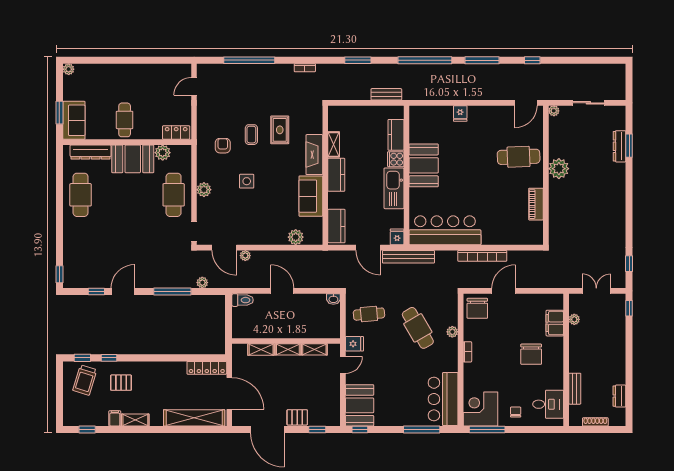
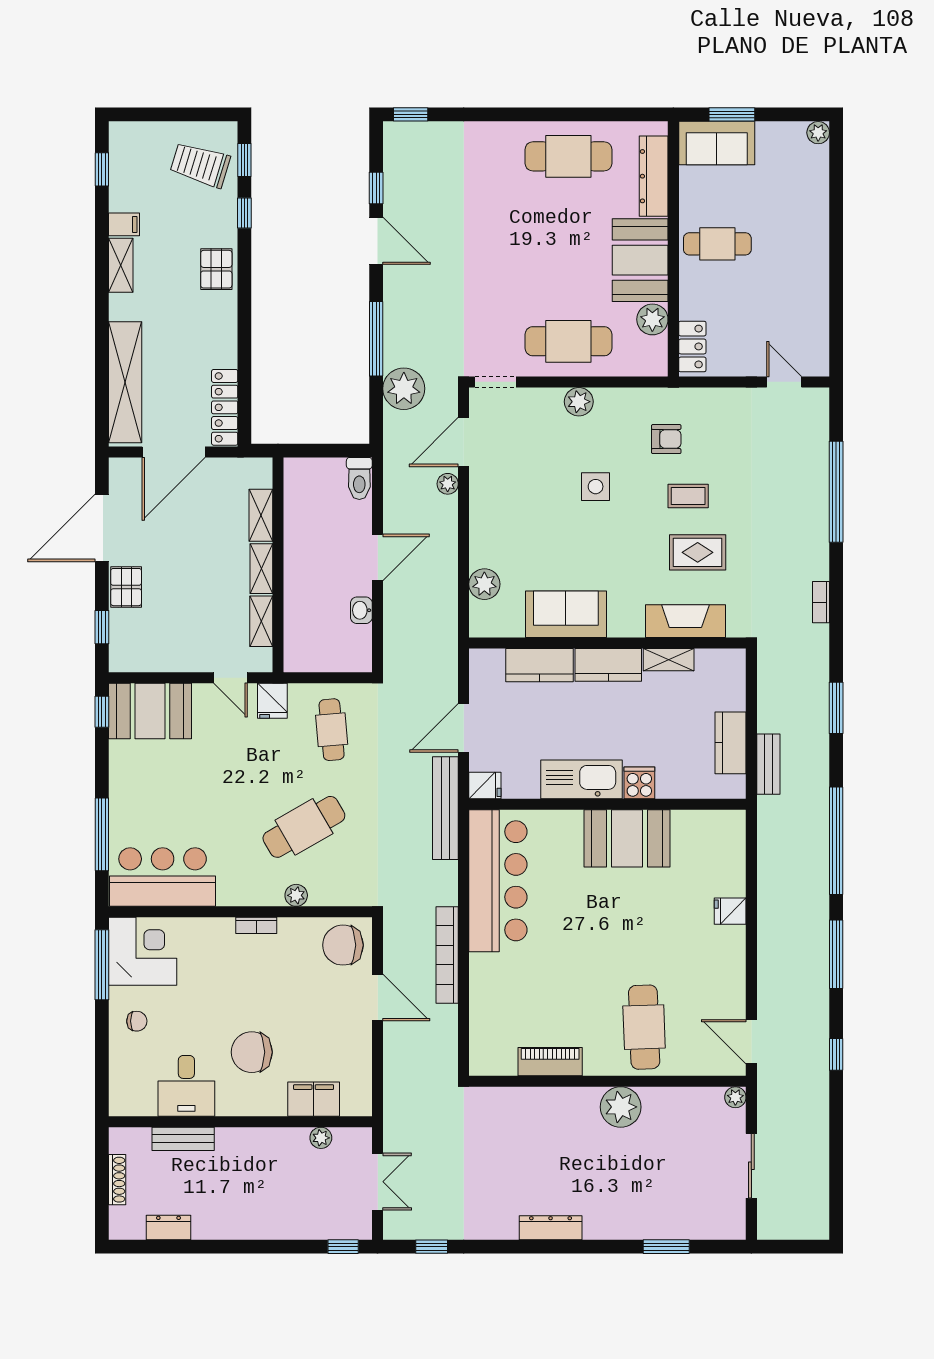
kitchen counter: (396, 135) -> (731, 743), moved, turned -90
dresser: (620, 146) -> (551, 1228), moved
fireplace: (314, 155) -> (685, 621), moved
kitchen counter: (336, 226) -> (539, 665), moved
plant: (202, 283) -> (404, 389), width x1.88, depth x1.88
washbasin: (333, 299) -> (361, 610), moved
pallet: (121, 383) -> (216, 269), moved
desk: (548, 404) -> (186, 1086), moved

